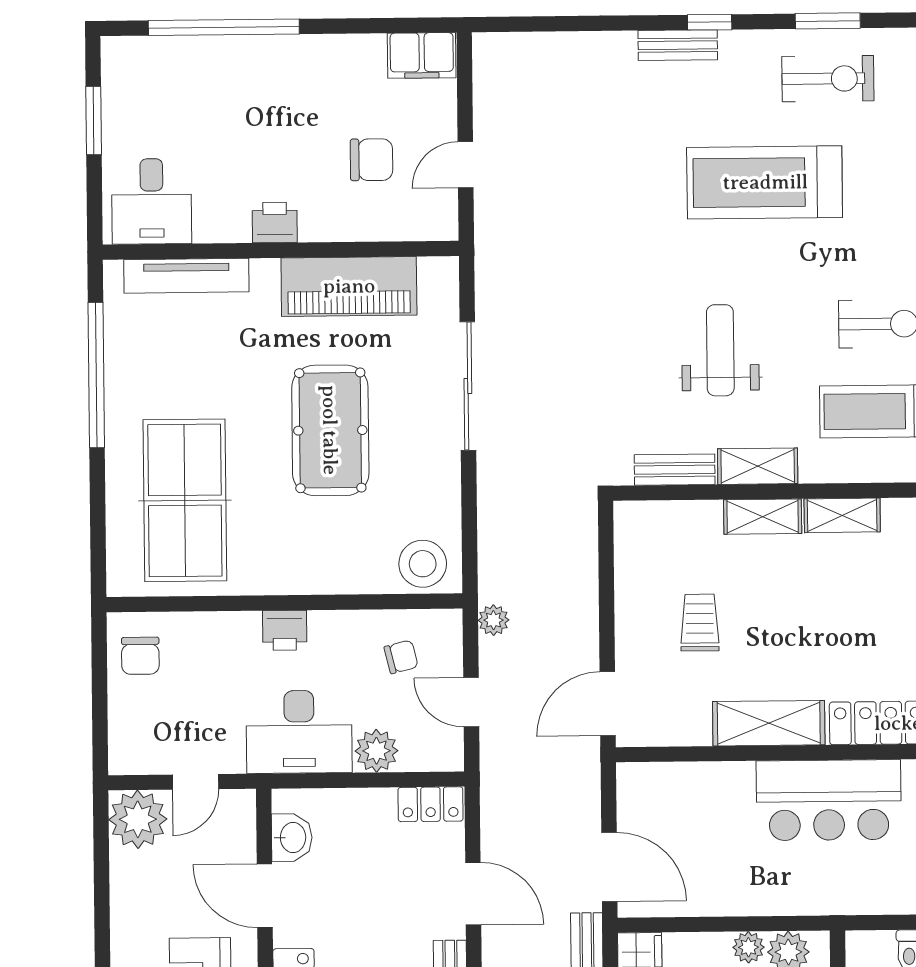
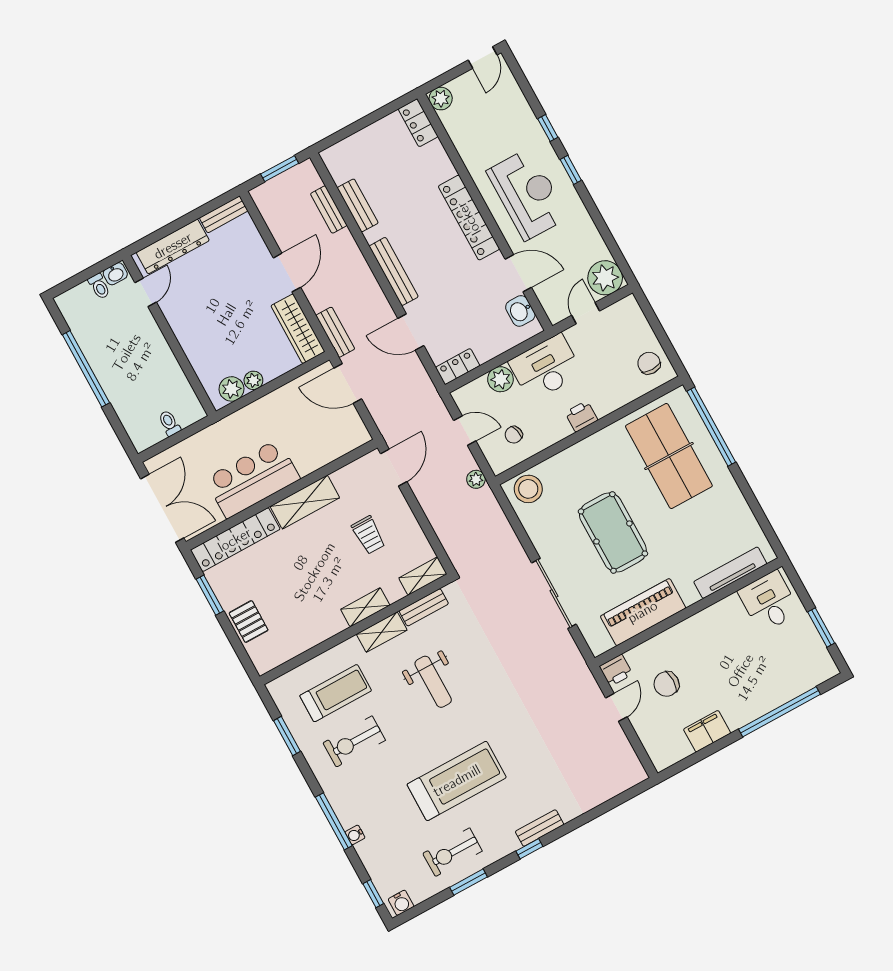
filing cabinet: (422, 55) -> (707, 731), moved
printer: (275, 223) -> (616, 670), moved
window: (96, 375) -> (711, 427), moved
shelving: (842, 515) -> (423, 576), moved

